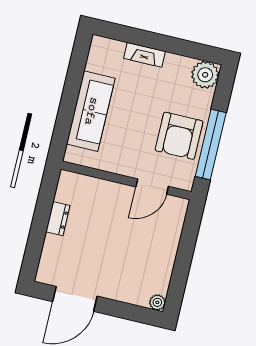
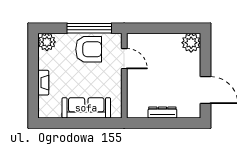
dresser: (58, 219) -> (162, 113), width x1.44
plant: (157, 302) -> (191, 43), width x1.88, depth x1.88

